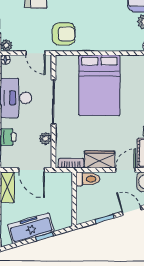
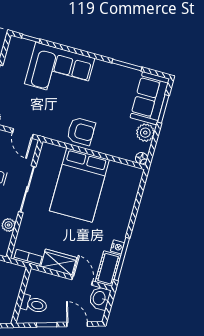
armchair: (64, 34) -> (81, 131), moved
door: (125, 170) -> (82, 280), hinge flipped
toilet: (88, 179) -> (34, 304), moved

